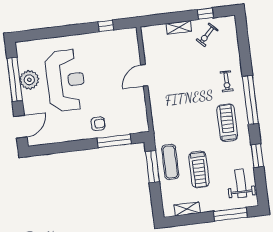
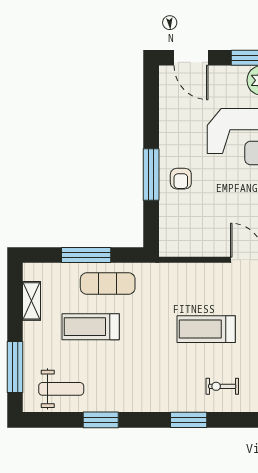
window: (250, 100) -> (189, 420), width x0.47
treadmill: (227, 123) -> (206, 329), moved, turned 180
window: (114, 141) -> (151, 174), moved
window: (152, 167) -> (86, 255), moved

